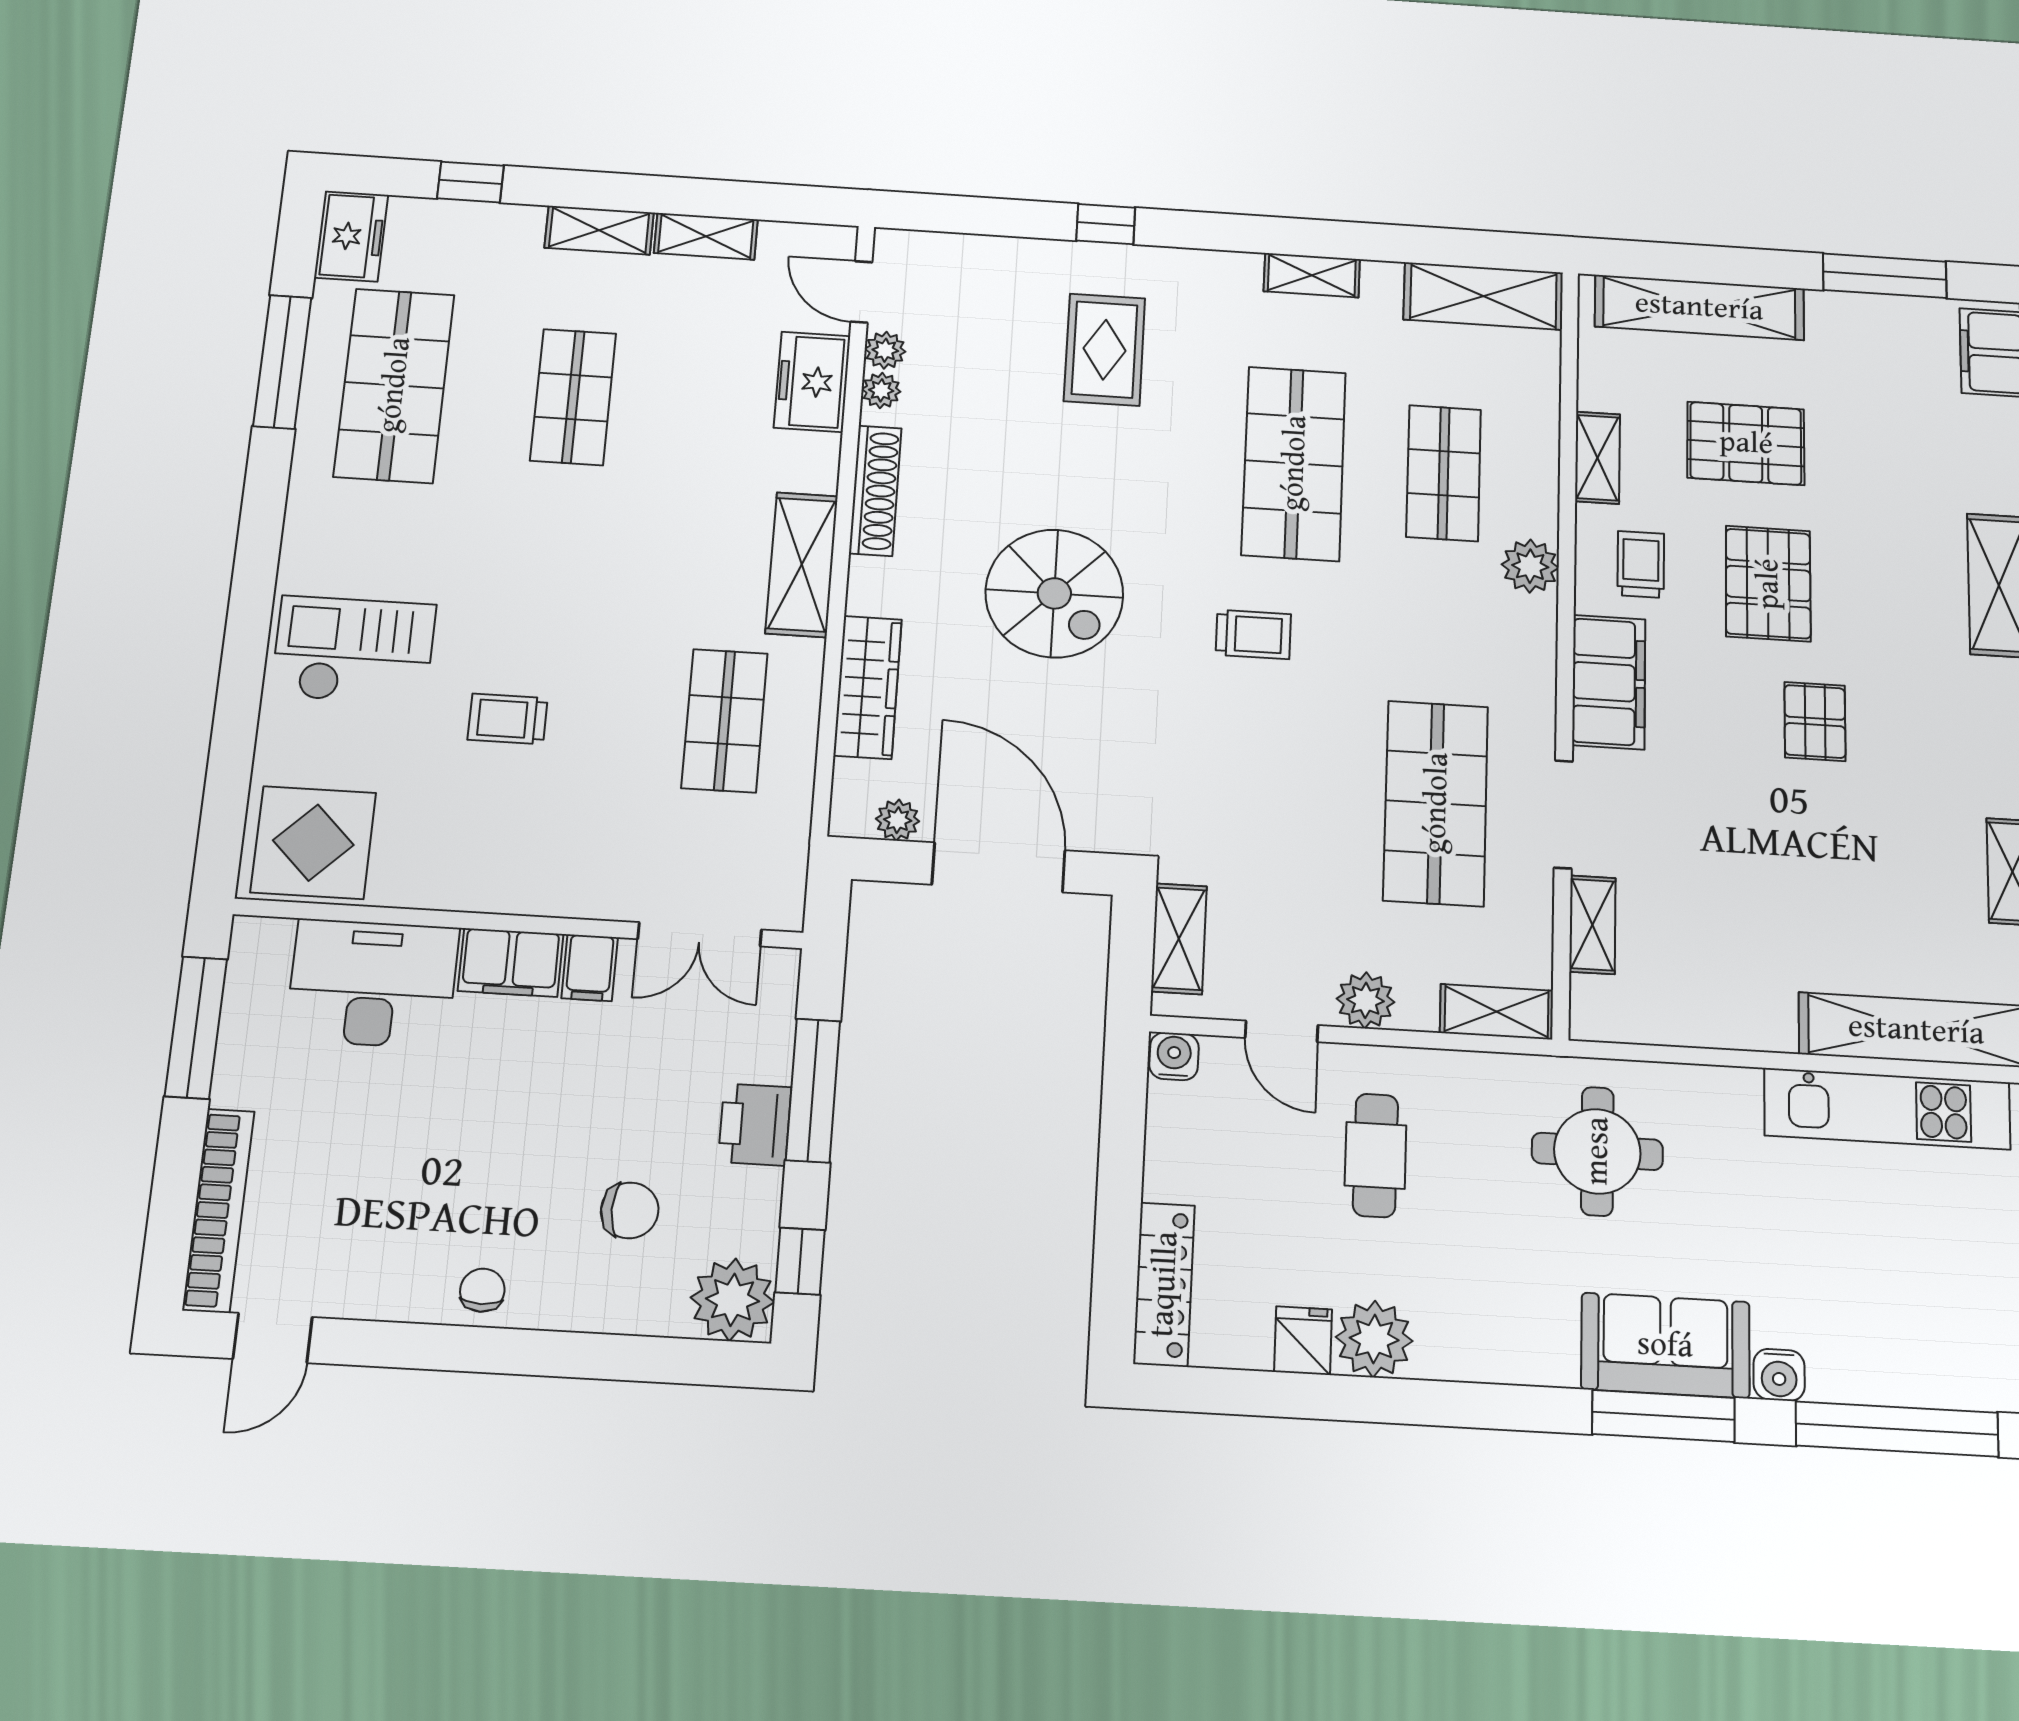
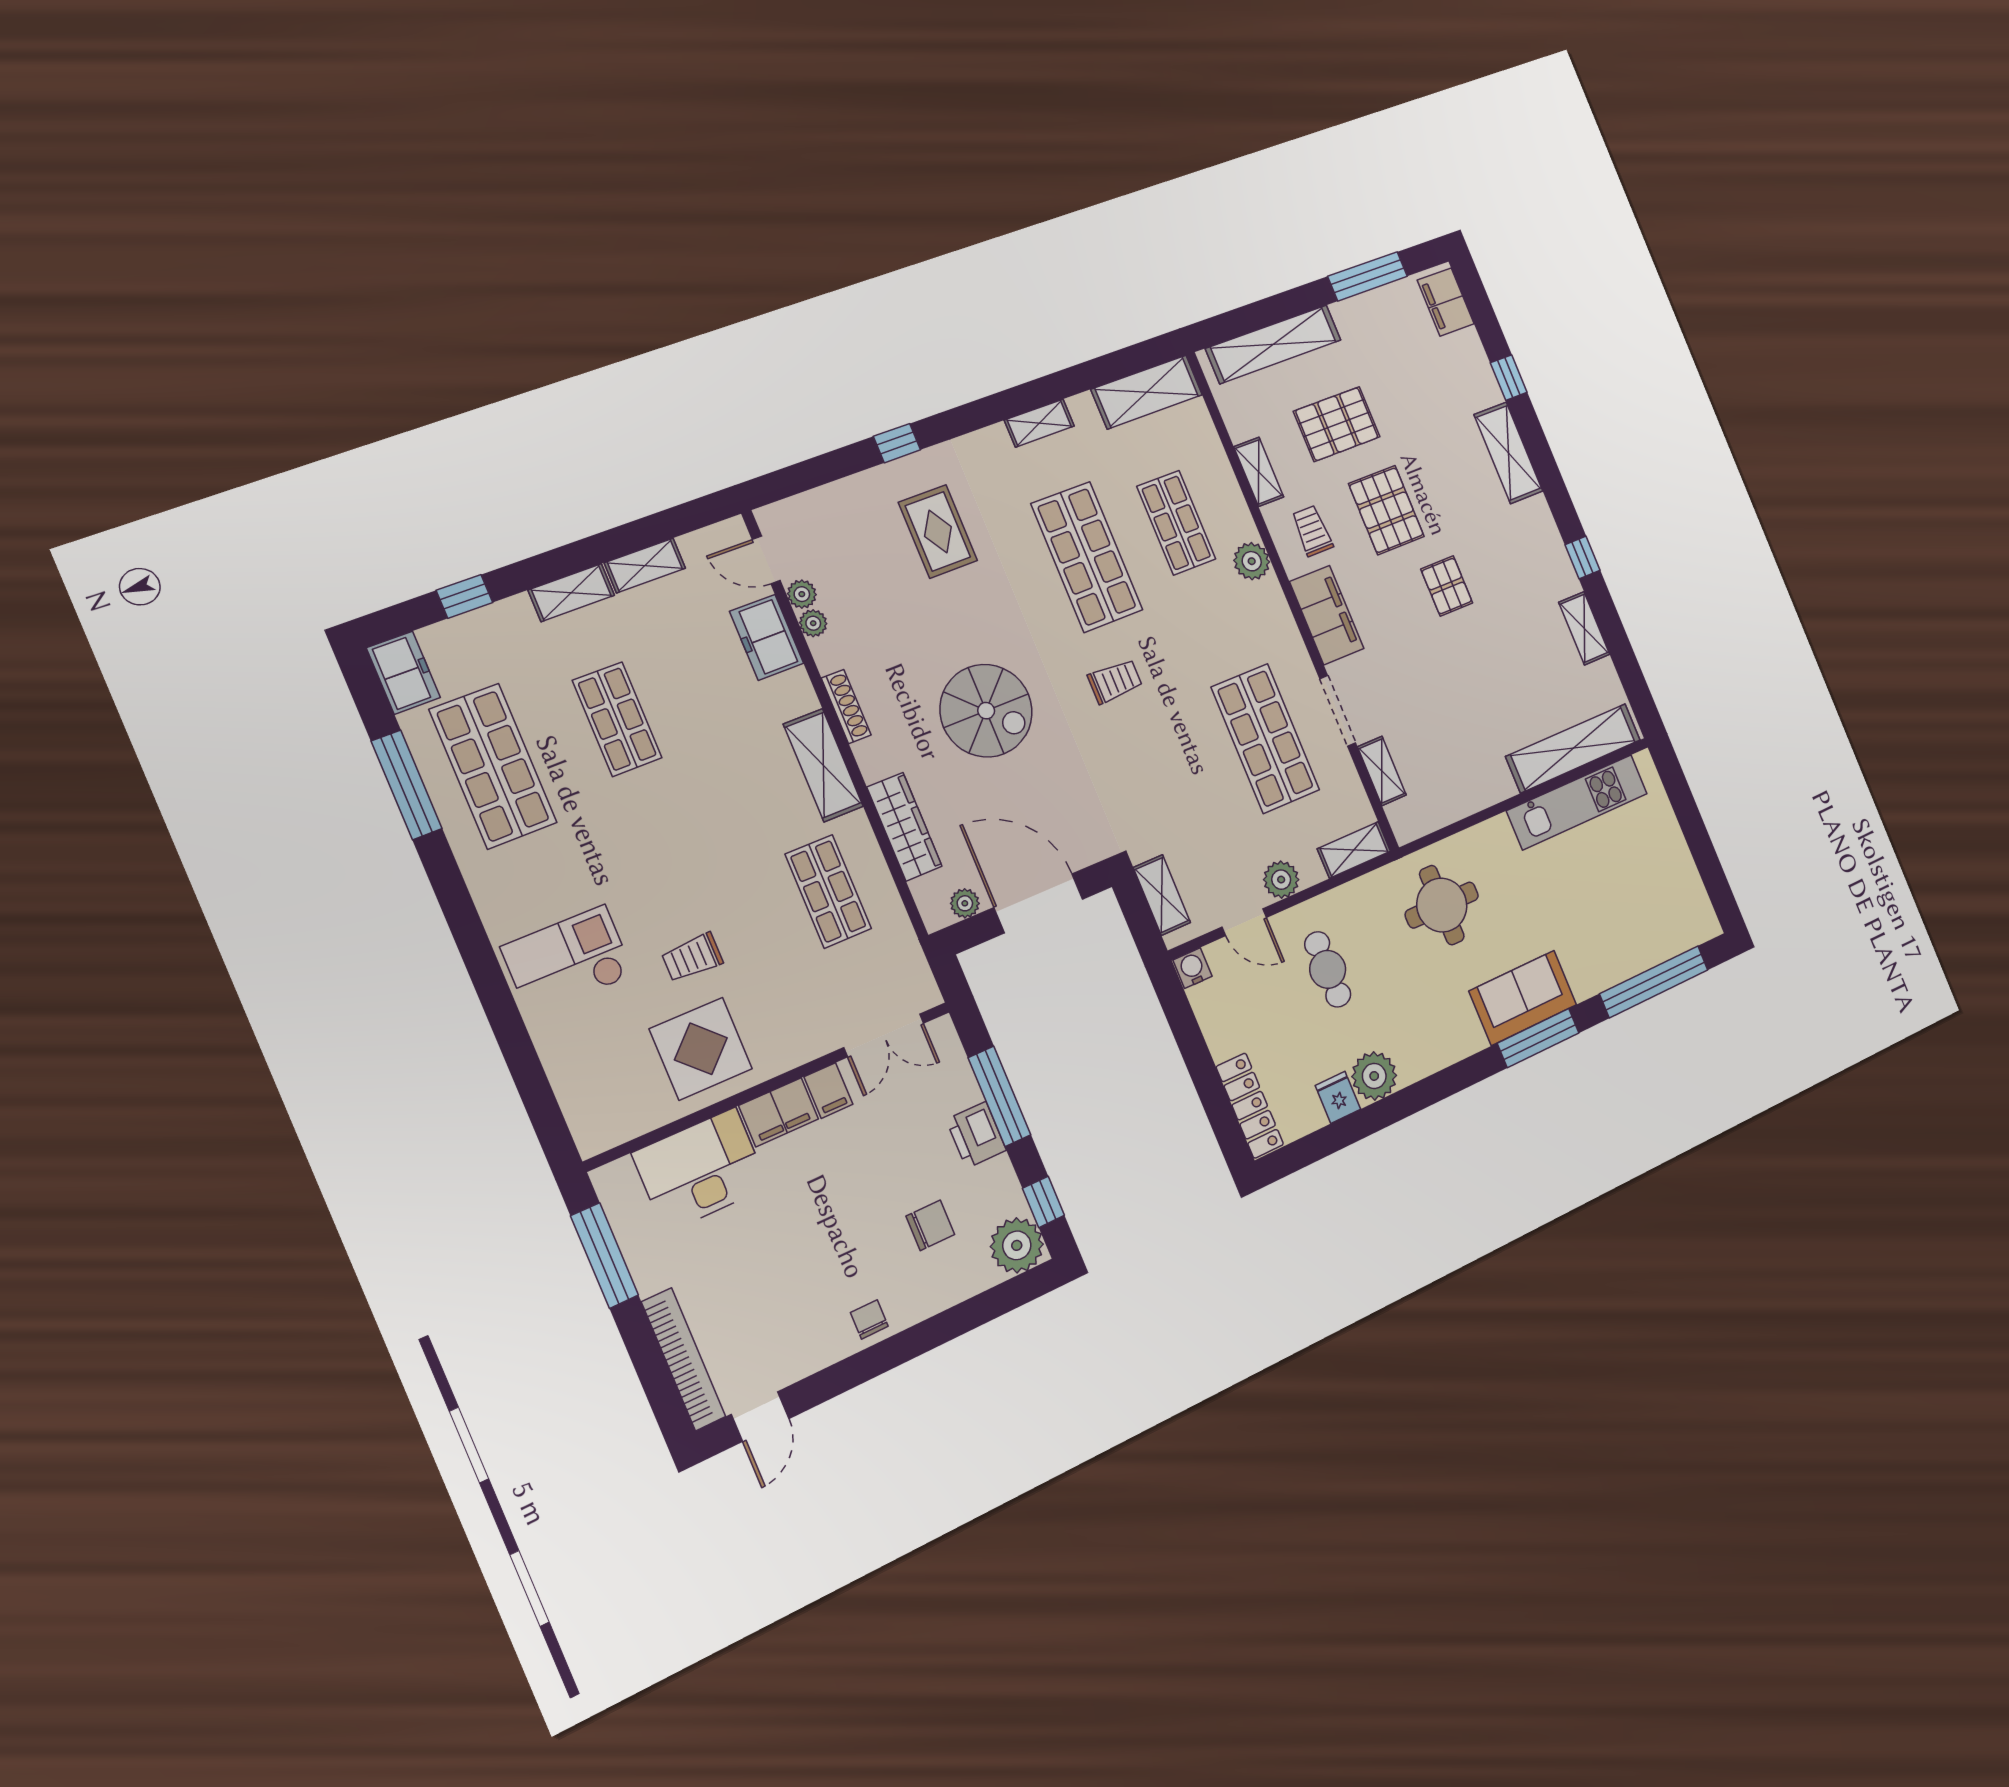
shoe rack: (875, 491) -> (846, 707), width x0.74, depth x0.81
display table: (313, 843) -> (701, 1049), moved
water cooler: (1779, 1375) -> (1585, 983), removed

